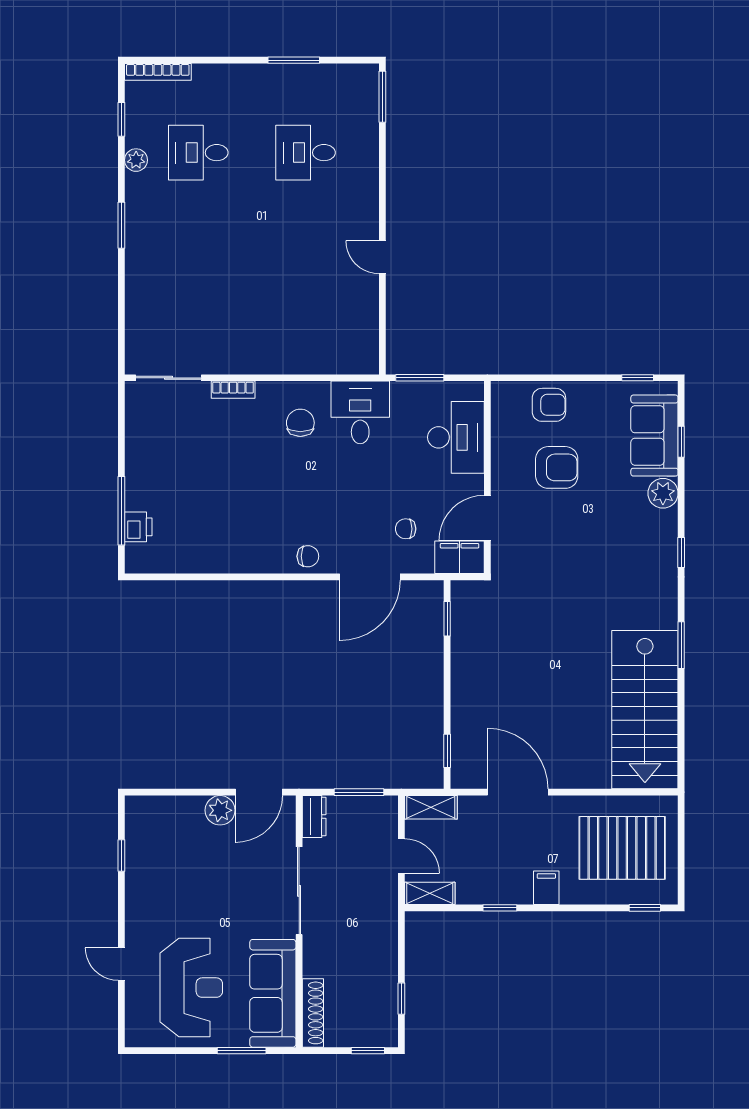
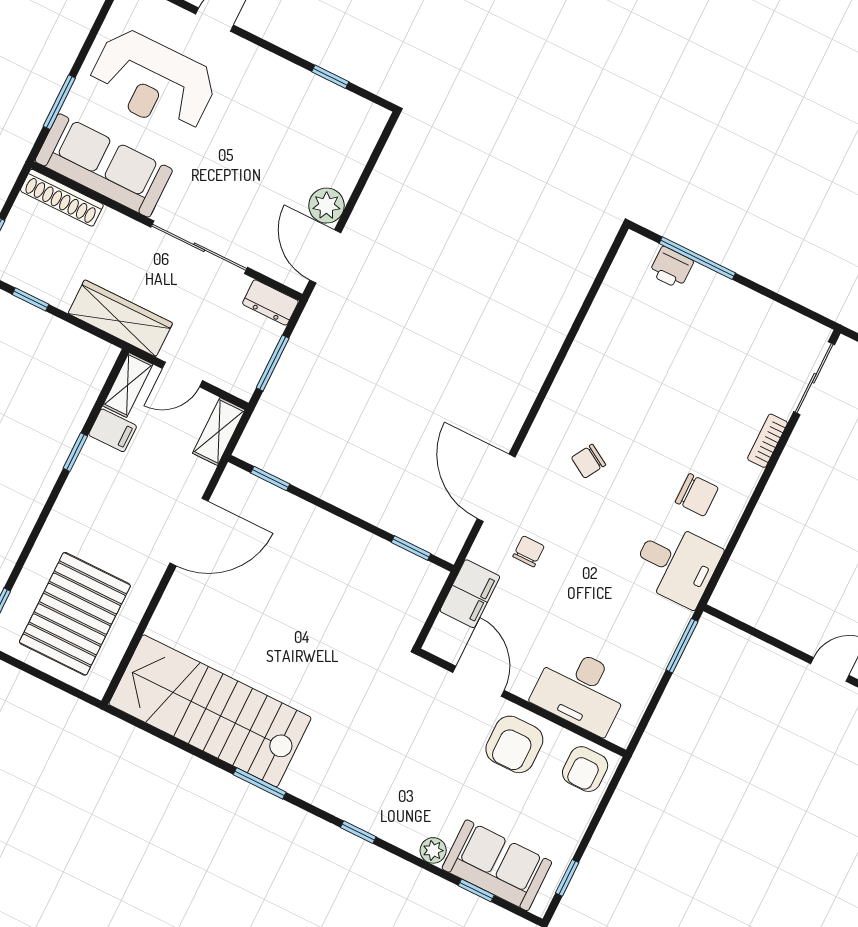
desk: (456, 437) -> (581, 690), moved
wall: (487, 477) -> (522, 703), moved
plant: (663, 493) -> (433, 850), width x0.73, depth x0.73
door: (487, 518) -> (479, 681), moved
chair: (308, 556) -> (588, 461), moved, turned 31
filing cabinet: (546, 888) -> (113, 430), moved
wardrobe: (382, 924) -> (120, 318), added

